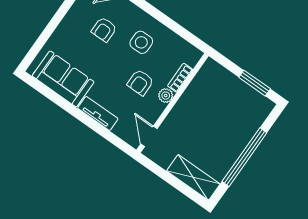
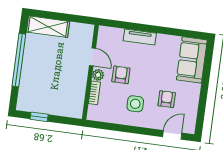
sofa: (63, 79) -> (192, 60), moved, turned 90
window: (255, 83) -> (39, 117), width x0.67
door: (149, 136) -> (92, 57), moved

